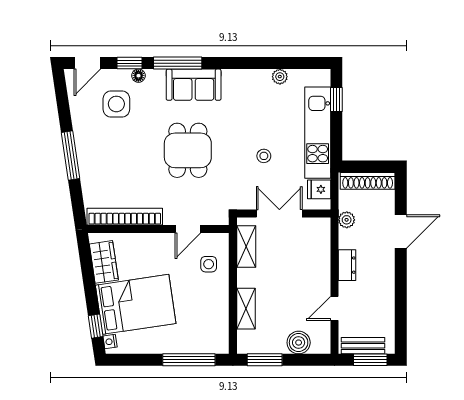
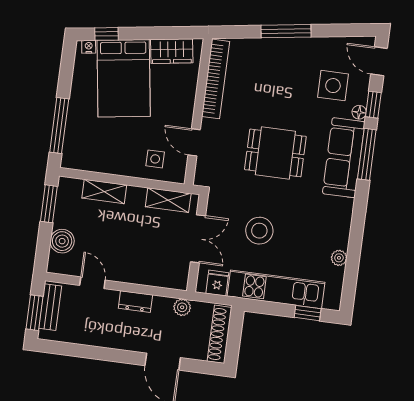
sofa: (194, 85) -> (344, 158), width x1.36
stool: (264, 156) -> (259, 231), width x1.89, depth x1.89

